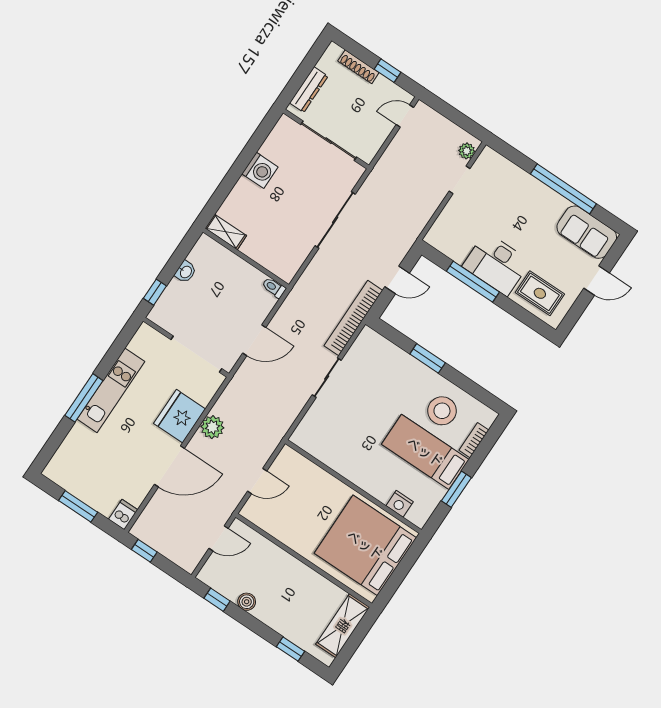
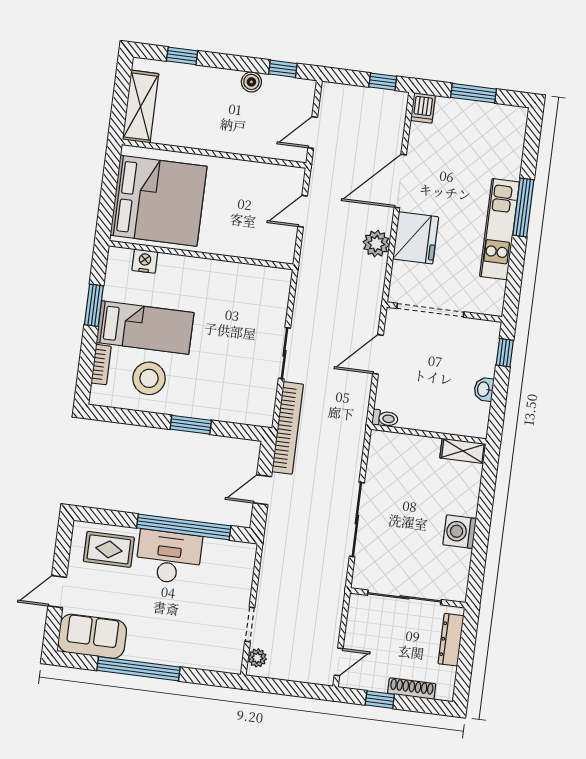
window: (473, 282) -> (184, 527), width x1.46

